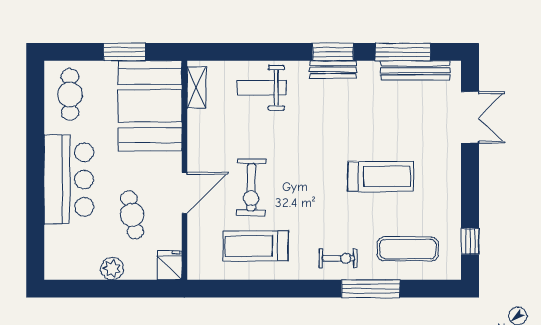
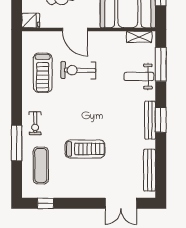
window: (403, 52) -> (161, 64), moved
bench: (333, 70) -> (150, 120), width x1.36
weight bench: (262, 88) -> (139, 76), turned -90
treadmill: (381, 176) -> (85, 149), turned -90
treadmill: (255, 246) -> (43, 73), turned 180

